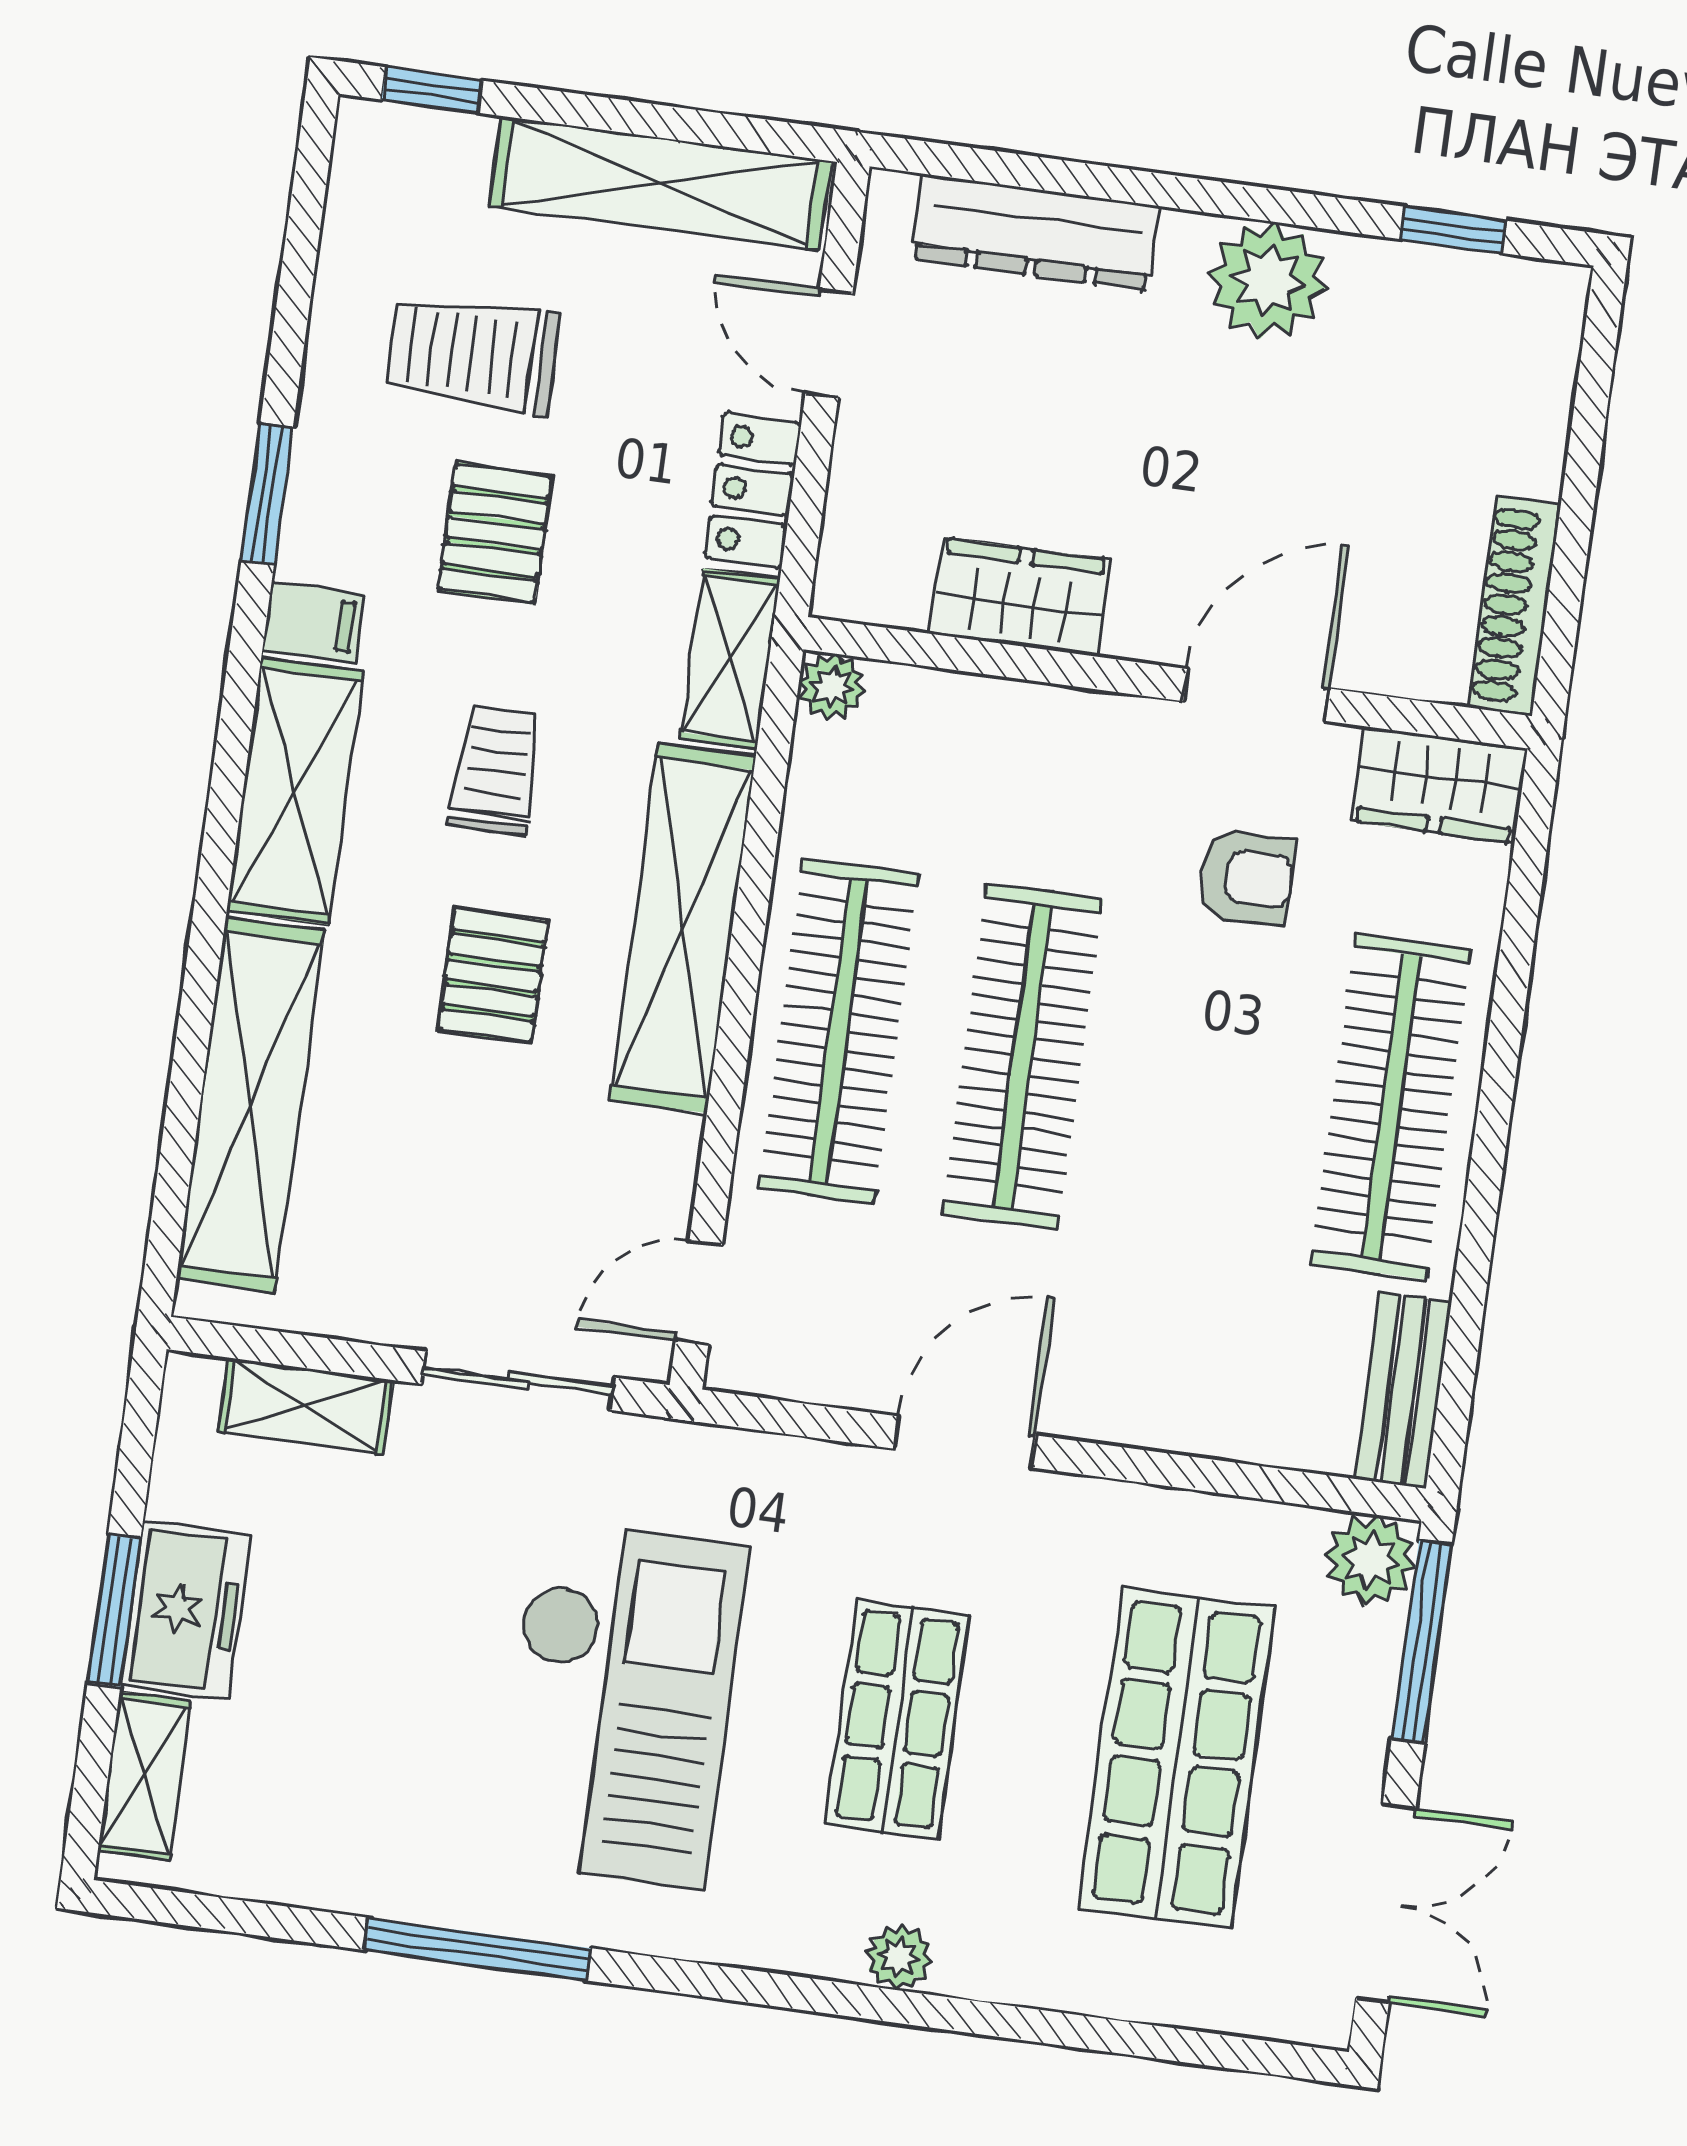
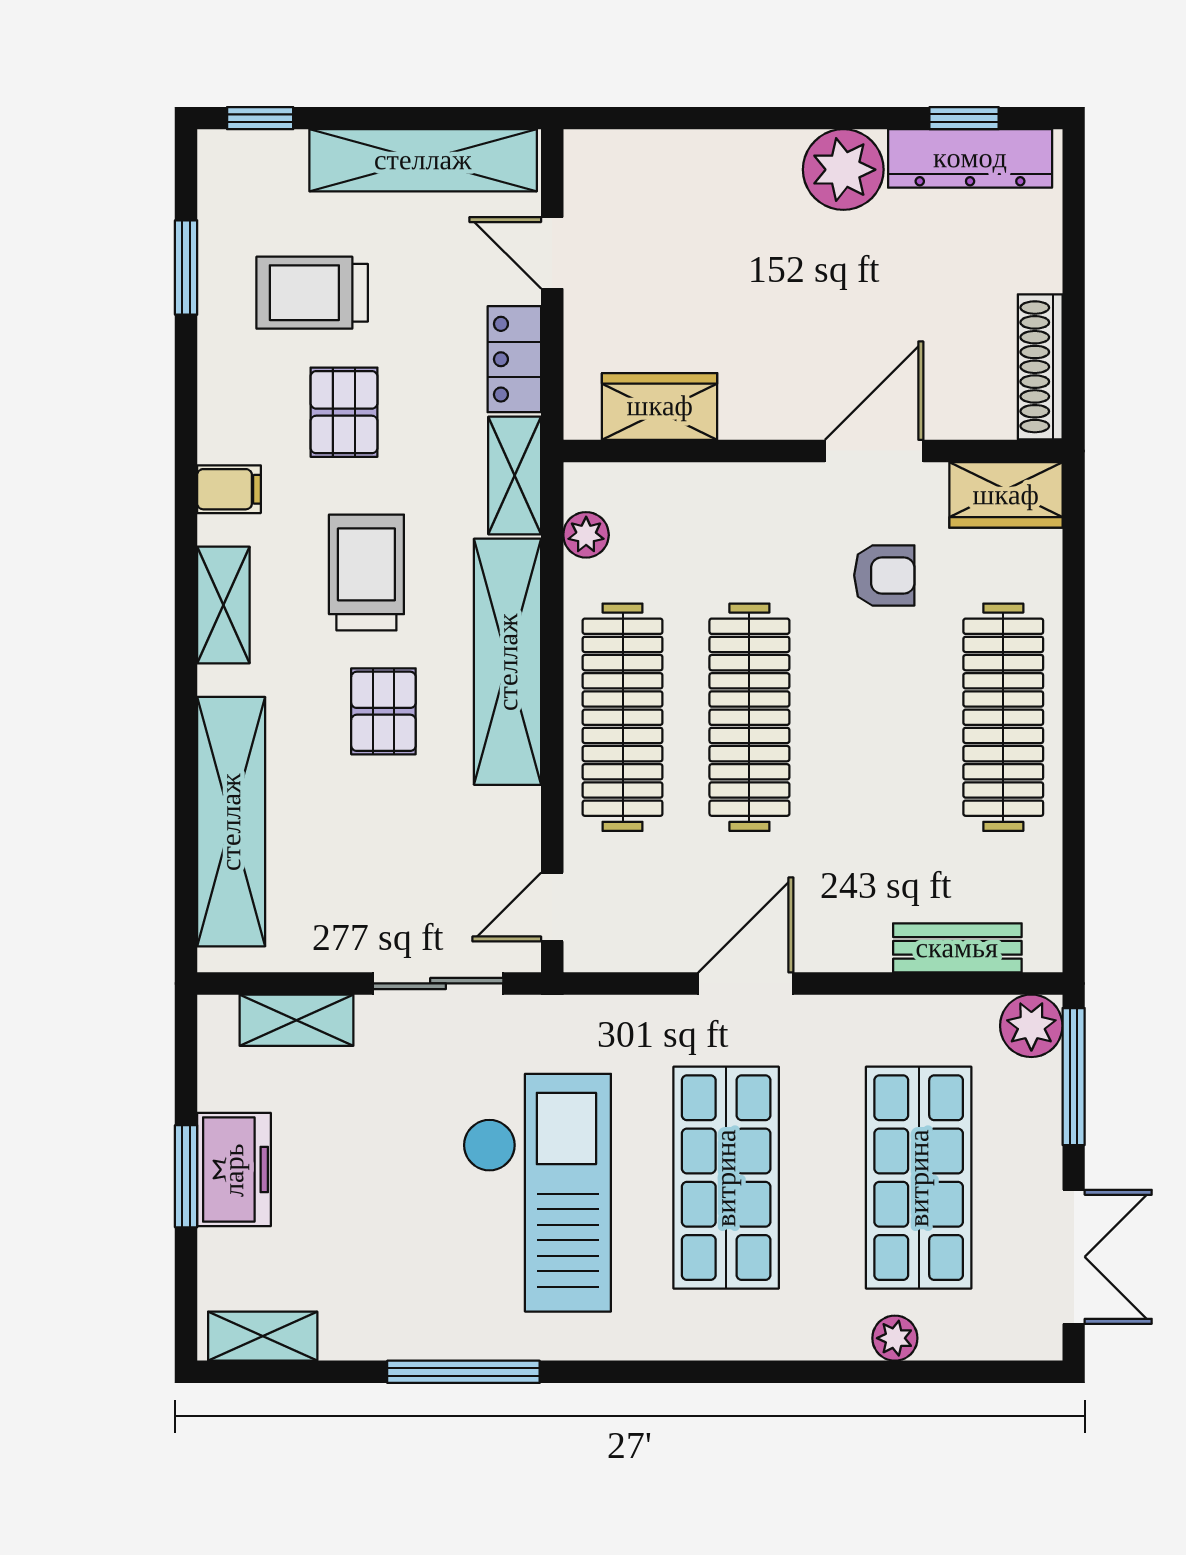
dresser: (1036, 232) -> (970, 158), moved
window: (267, 494) -> (186, 268), moved
wardrobe: (1020, 597) -> (660, 406), moved
plant: (832, 687) -> (586, 535), moved
trolley: (496, 770) -> (366, 572), width x1.36, depth x1.39
shelving: (295, 791) -> (223, 605), width x0.67, depth x0.75
bench: (1403, 1391) -> (957, 948), moved, turned 90
shop shelf: (897, 1720) -> (726, 1178), width x1.43, depth x1.36
shelving: (144, 1776) -> (263, 1336), moved, turned 90
plant: (899, 1957) -> (895, 1338), moved

